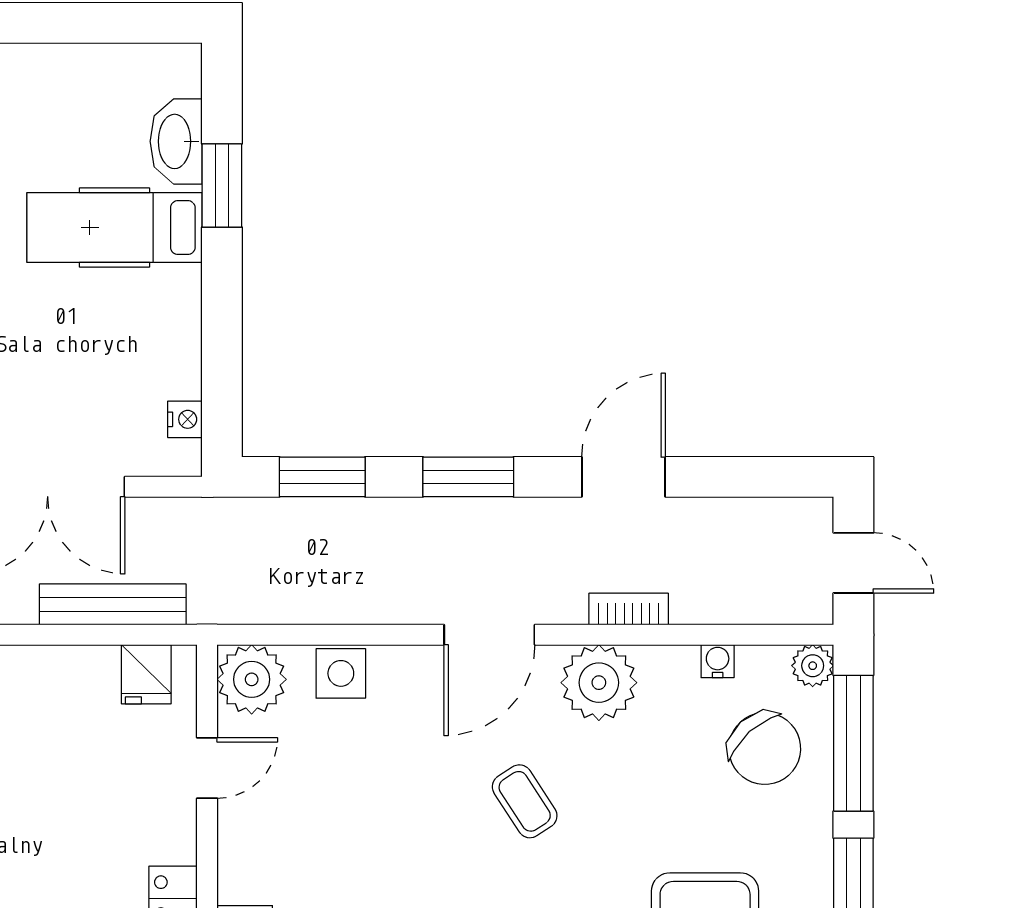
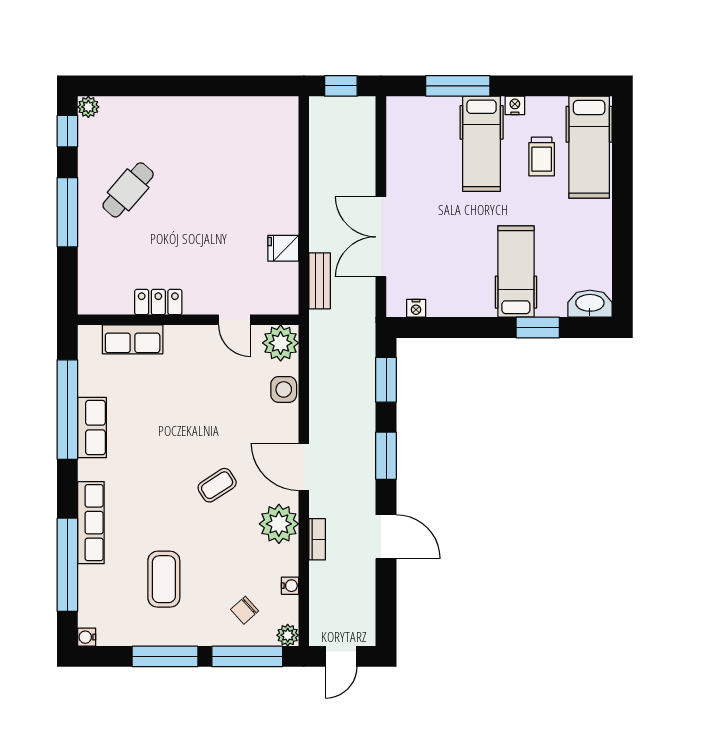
washbasin: (176, 141) -> (590, 304), moved
bench: (113, 604) -> (320, 281), width x0.73
fridge: (146, 674) -> (283, 248), moved
chair: (765, 749) -> (245, 610), width x0.54, depth x0.54

